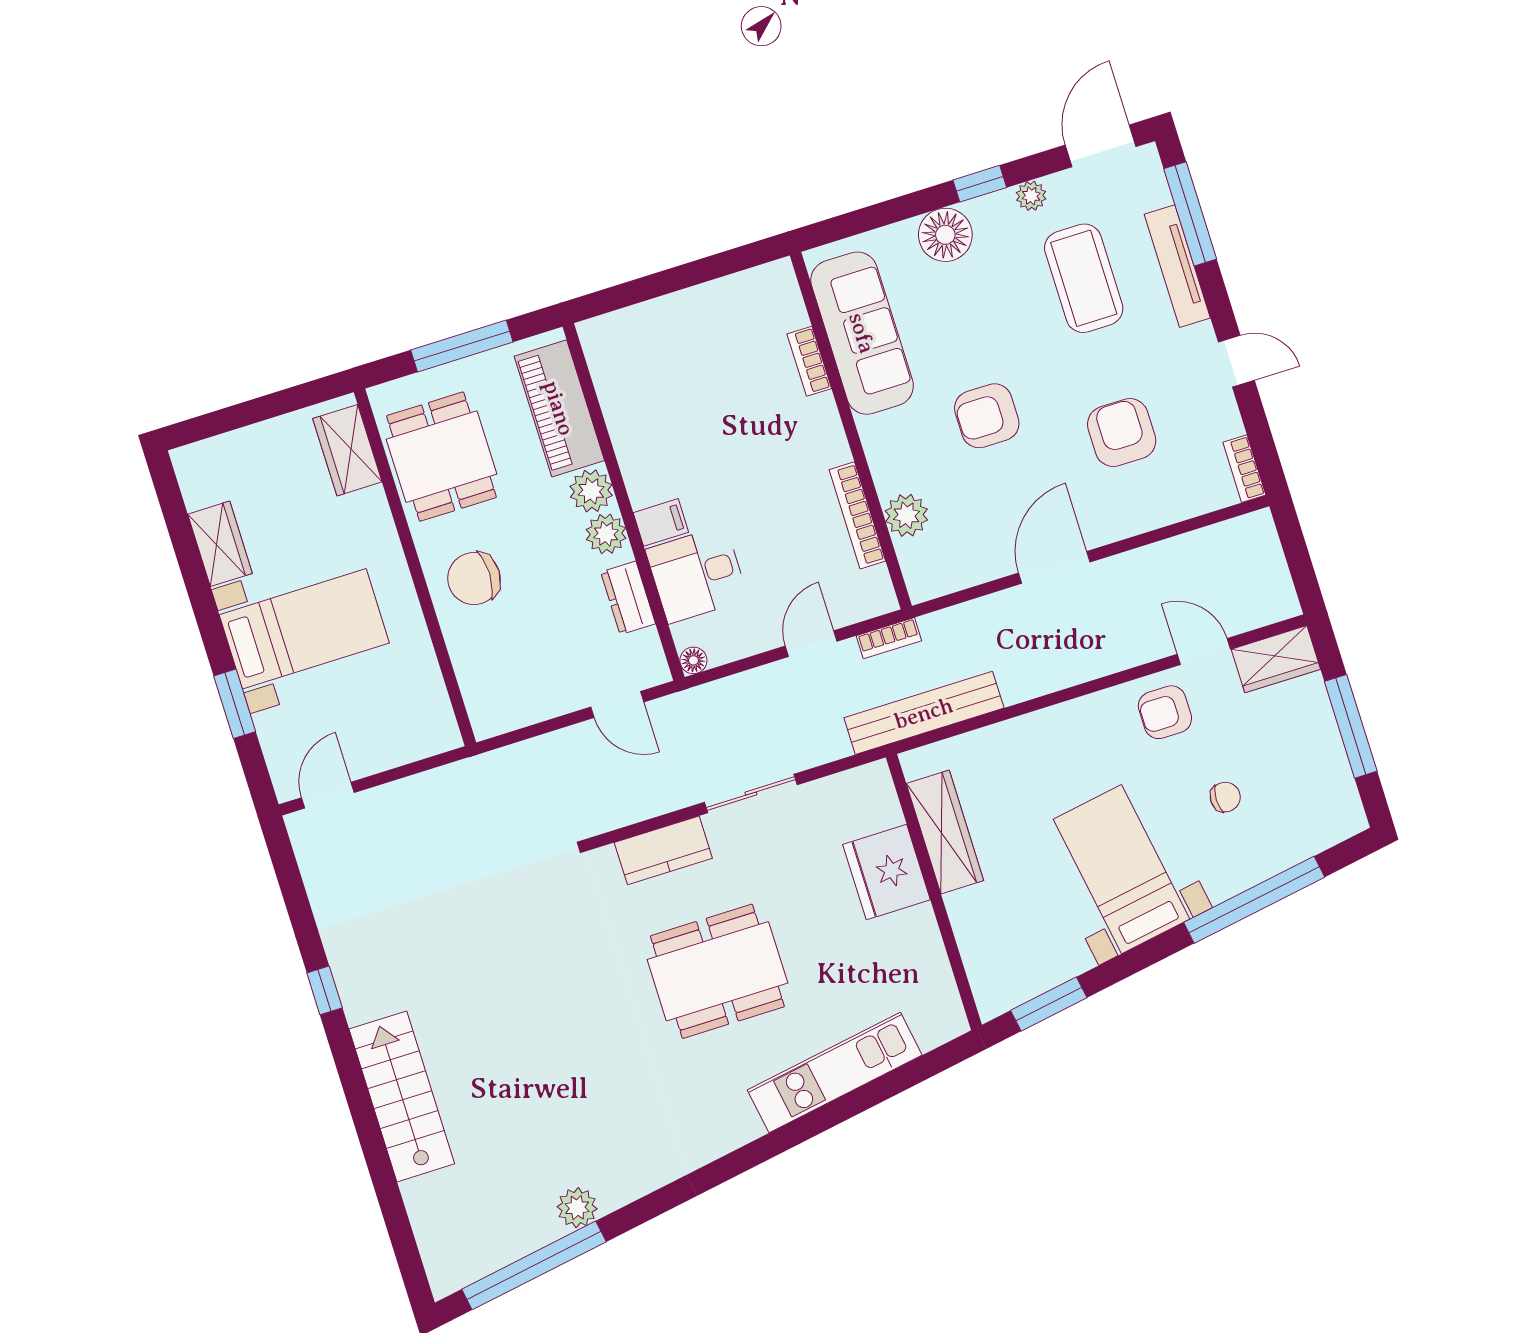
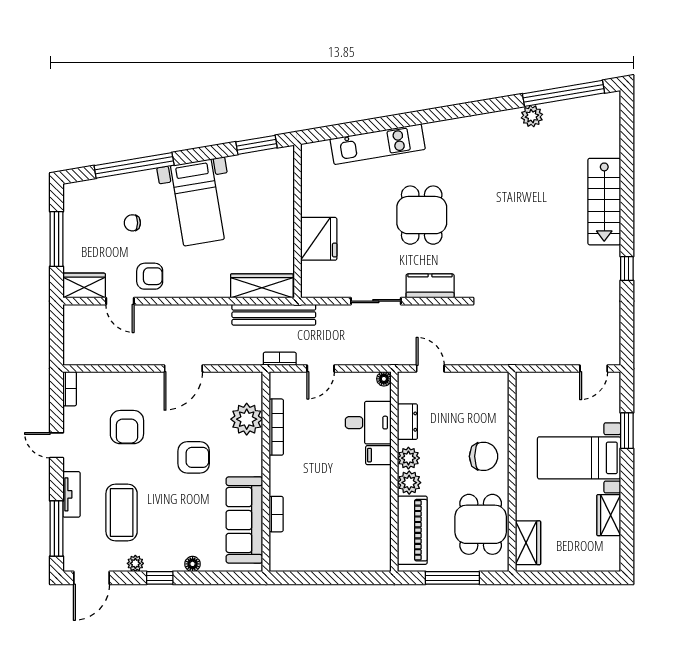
floor lamp: (945, 235) -> (193, 564), width x0.53, depth x0.53
tv unit: (1177, 266) -> (71, 494), width x0.71
plant: (906, 515) -> (247, 419), width x1.36, depth x1.36
wardrobe: (945, 832) -> (262, 286), moved, turned 90
dining table: (717, 971) -> (422, 215), width x0.73

